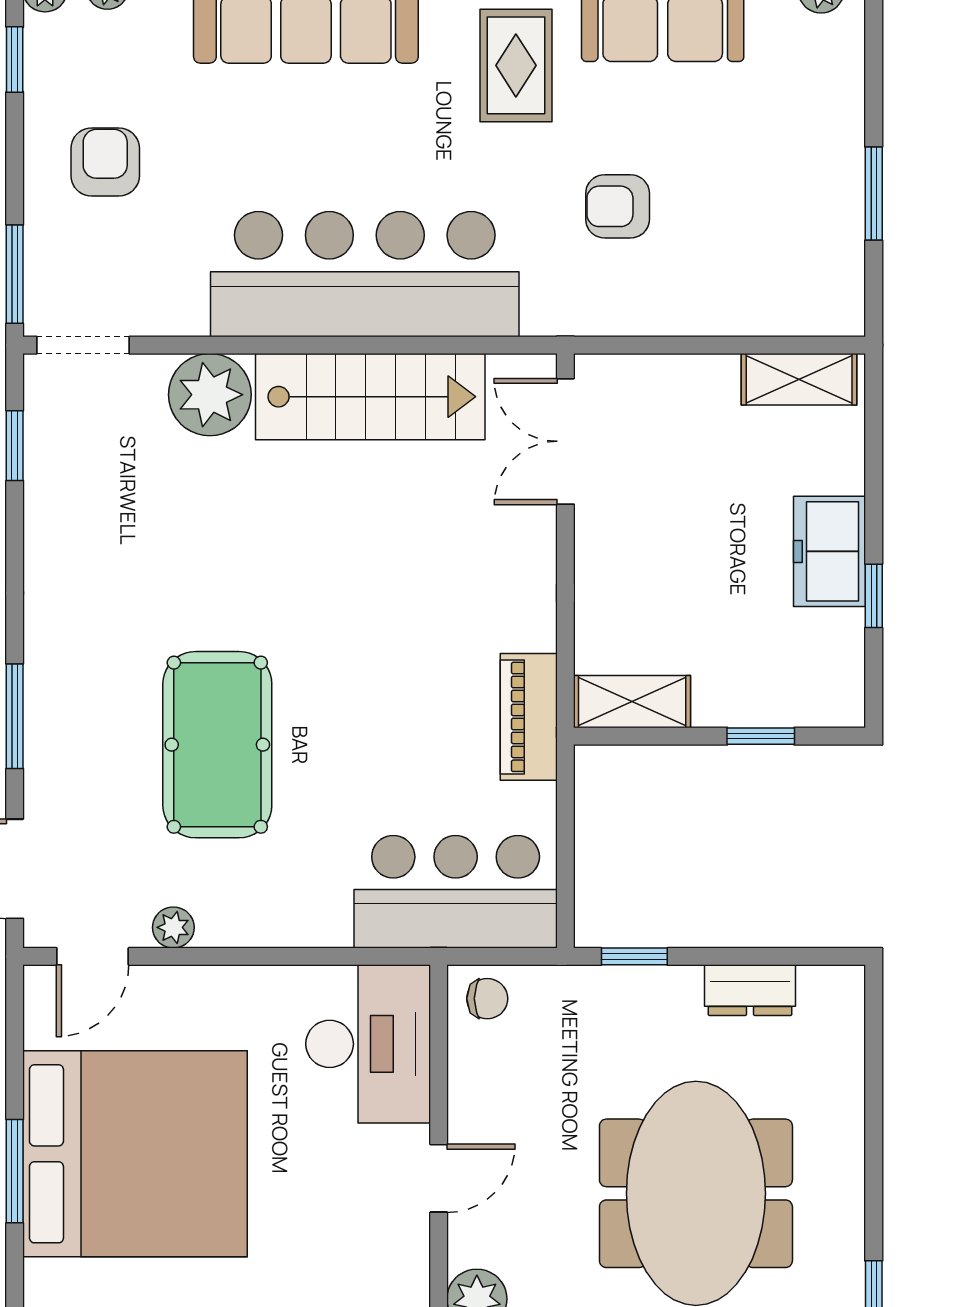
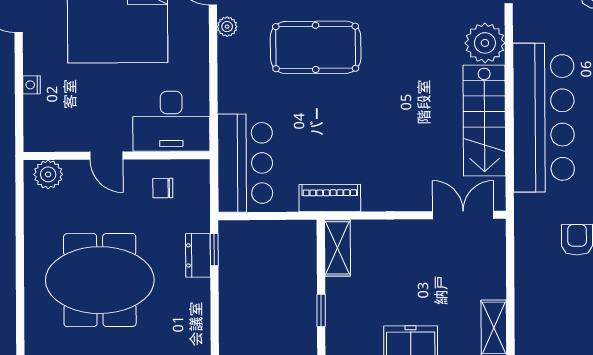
dresser: (750, 990) -> (198, 255), moved
chair: (487, 999) -> (163, 188), moved, turned 90

